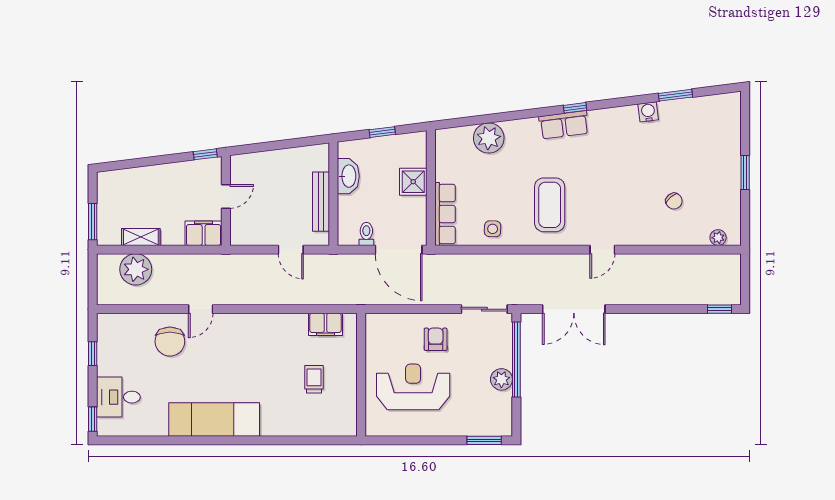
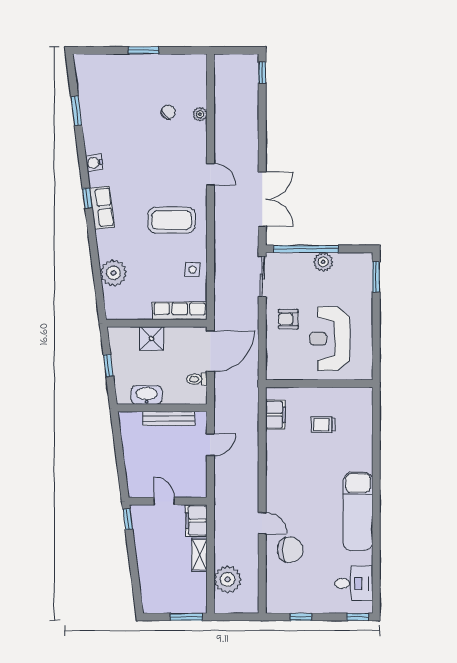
water cooler: (648, 112) -> (94, 163), moved
shelving: (141, 237) -> (199, 555), moved
plant: (718, 238) -> (200, 114), moved
desk: (118, 397) -> (354, 583), moved, turned -90

